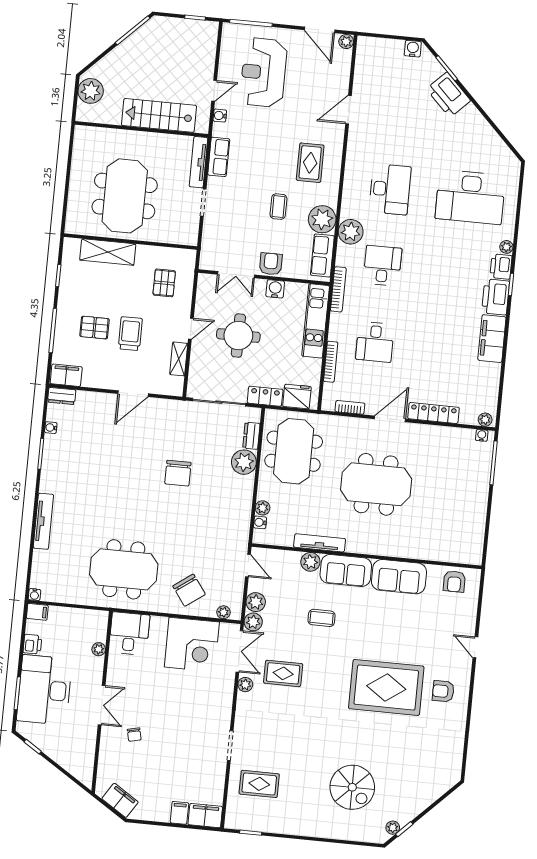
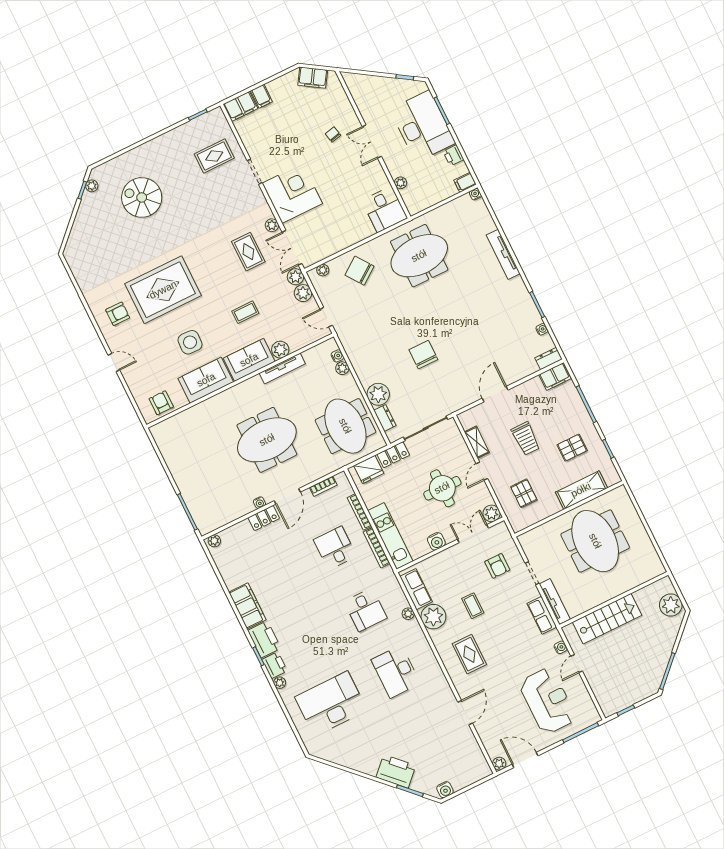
plant: (351, 232) -> (408, 614), width x0.53, depth x0.53
armchair: (271, 264) -> (497, 566), moved
plant: (207, 283) -> (492, 513), added
bookcase: (338, 289) -> (377, 548), moved
pallet: (94, 328) -> (572, 448), moved
locker: (433, 413) -> (264, 518), width x0.66
water cooler: (482, 435) -> (259, 503), moved
side table: (392, 622) -> (190, 342), added
corner desk: (192, 645) -> (292, 193), moved, turned 90
rug: (283, 673) -> (248, 252), turned 90

